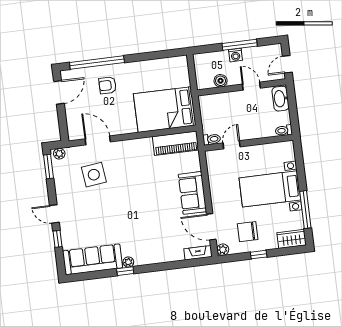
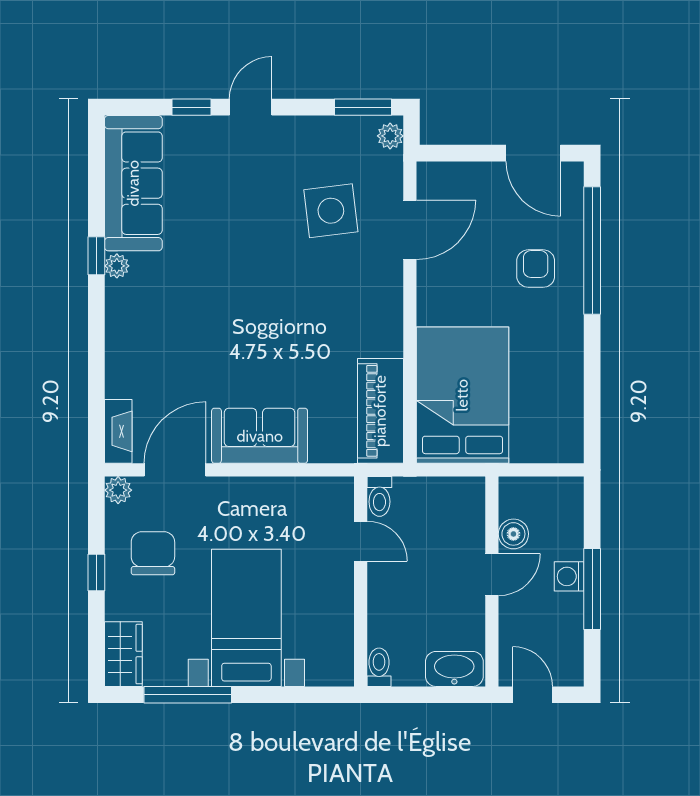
door: (251, 86) -> (492, 575), moved

